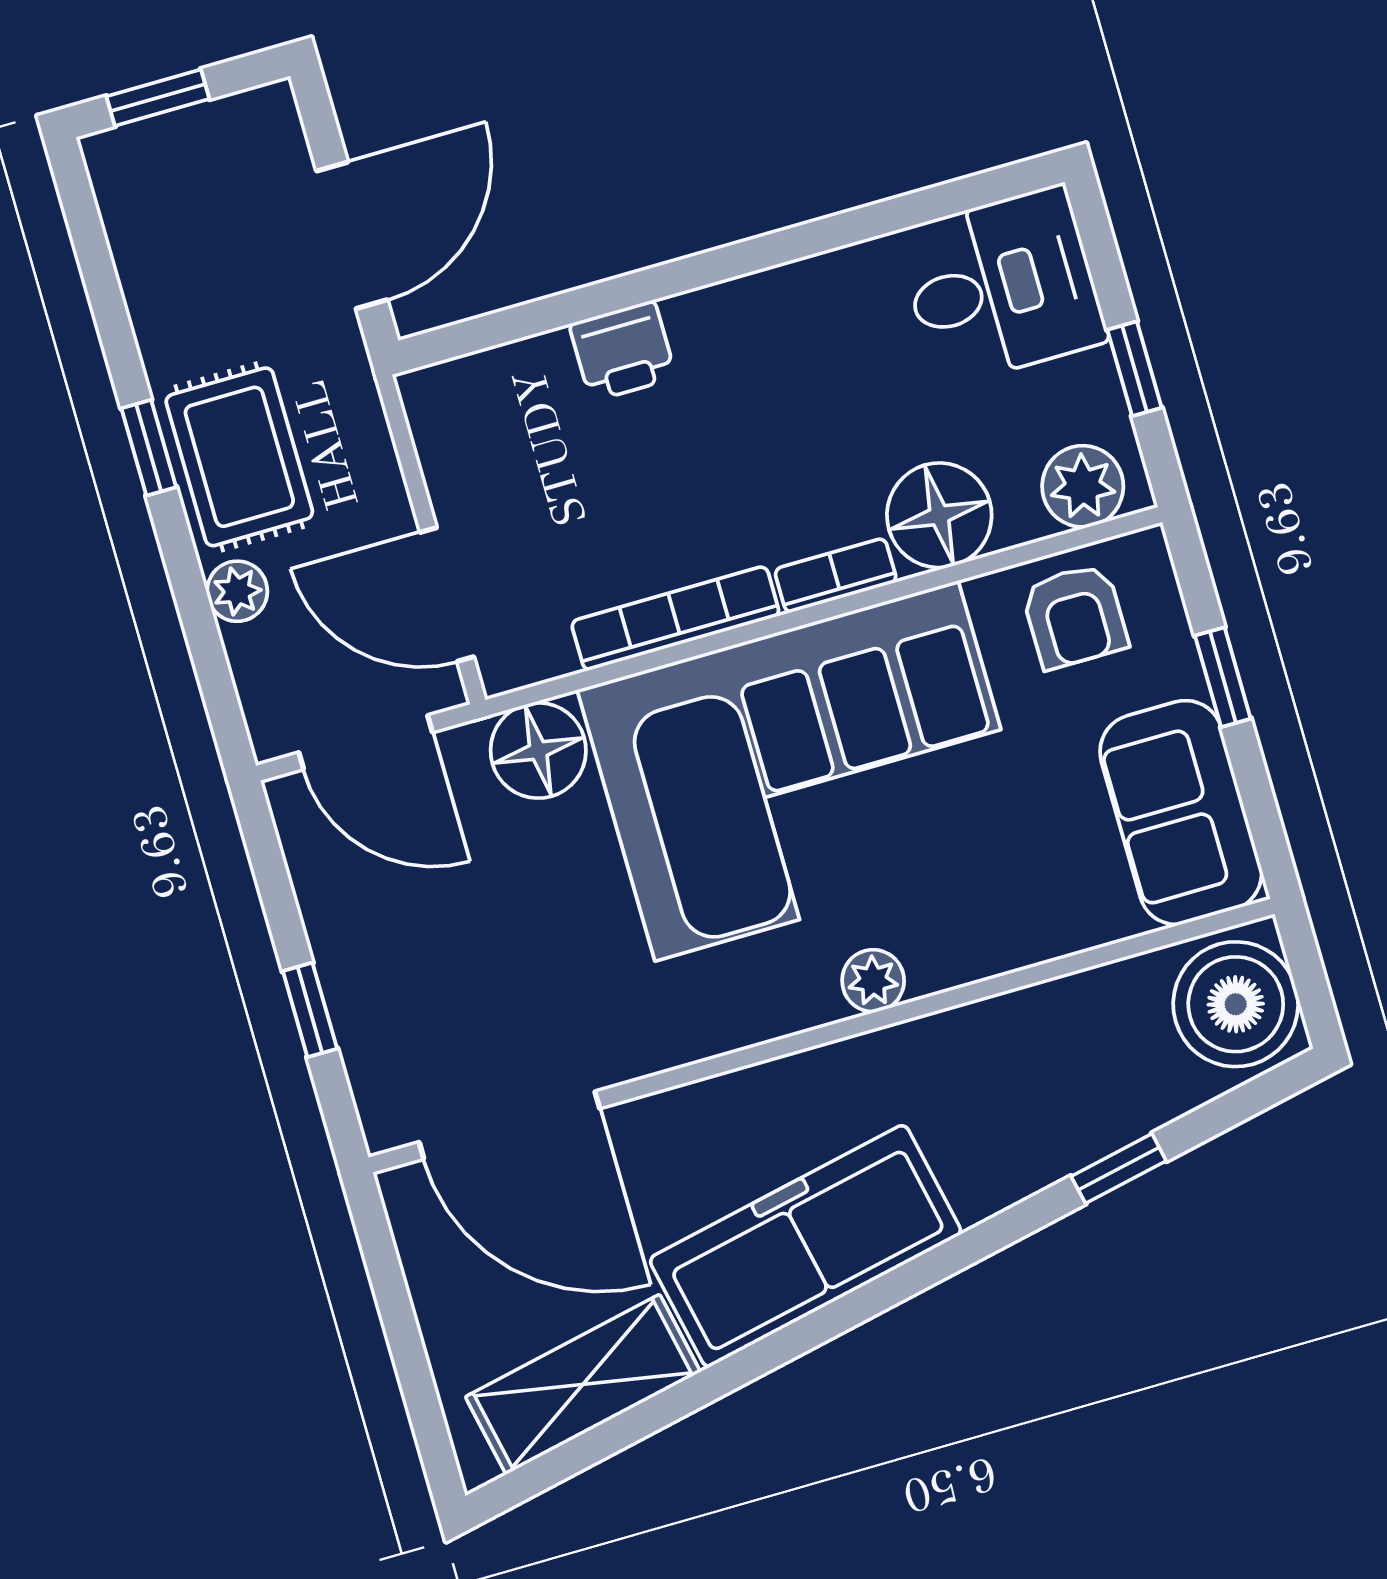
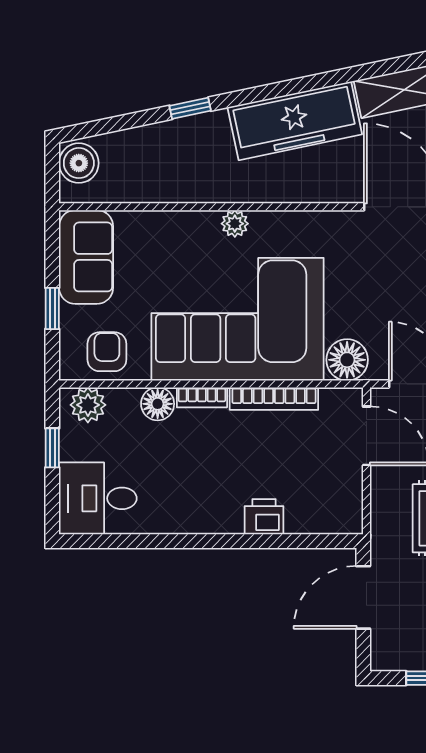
floor lamp: (939, 515) -> (158, 404), width x0.73, depth x0.73
boiler: (1236, 1004) -> (79, 163), width x0.73, depth x0.73
window: (1119, 1169) -> (190, 108), moved

